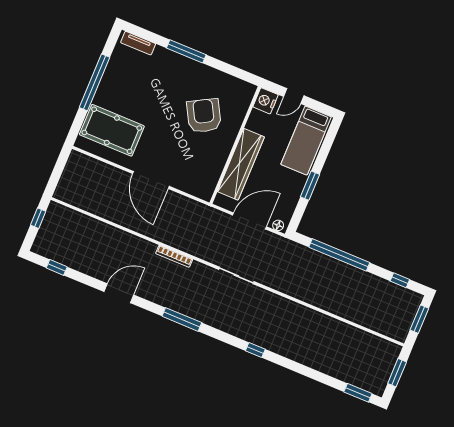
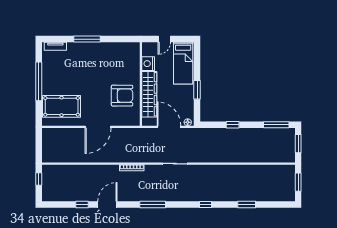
nightstand: (266, 101) -> (148, 64), moved
armchair: (204, 116) -> (122, 96), moved, turned 119
door: (151, 180) -> (98, 127), hinge flipped
door: (250, 221) -> (169, 127), hinge flipped
window: (339, 255) -> (233, 125), width x0.32
window: (57, 267) -> (82, 204), moved
window: (400, 280) -> (276, 125), width x2.17
window: (358, 393) -> (247, 204), moved

